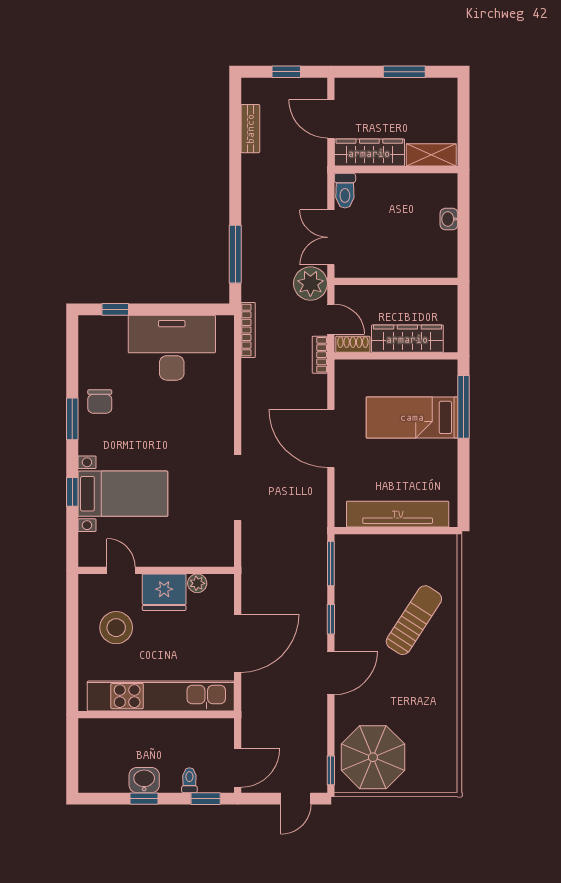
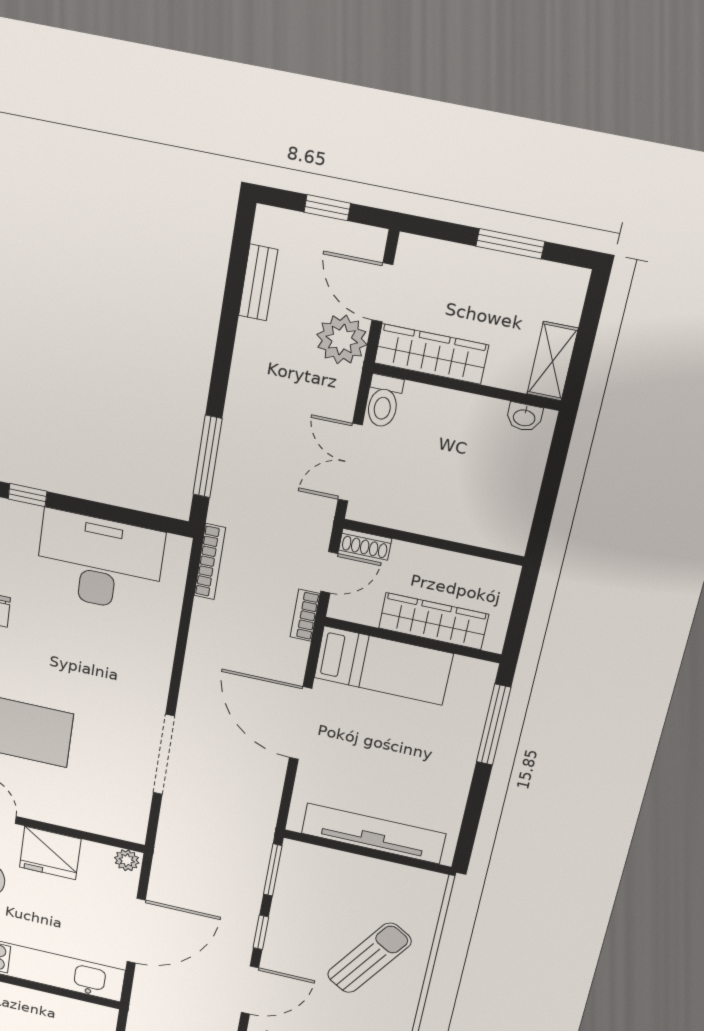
shelving: (431, 155) -> (552, 361), moved, turned 90
washbasin: (449, 219) -> (524, 417), moved, turned -90
plant: (310, 284) -> (342, 340), moved
door: (331, 319) -> (329, 572), hinge flipped
shoe rack: (353, 344) -> (365, 544), moved, turned 180
bed: (412, 417) -> (383, 666), moved, turned 180
plant: (197, 583) -> (127, 860), moved

